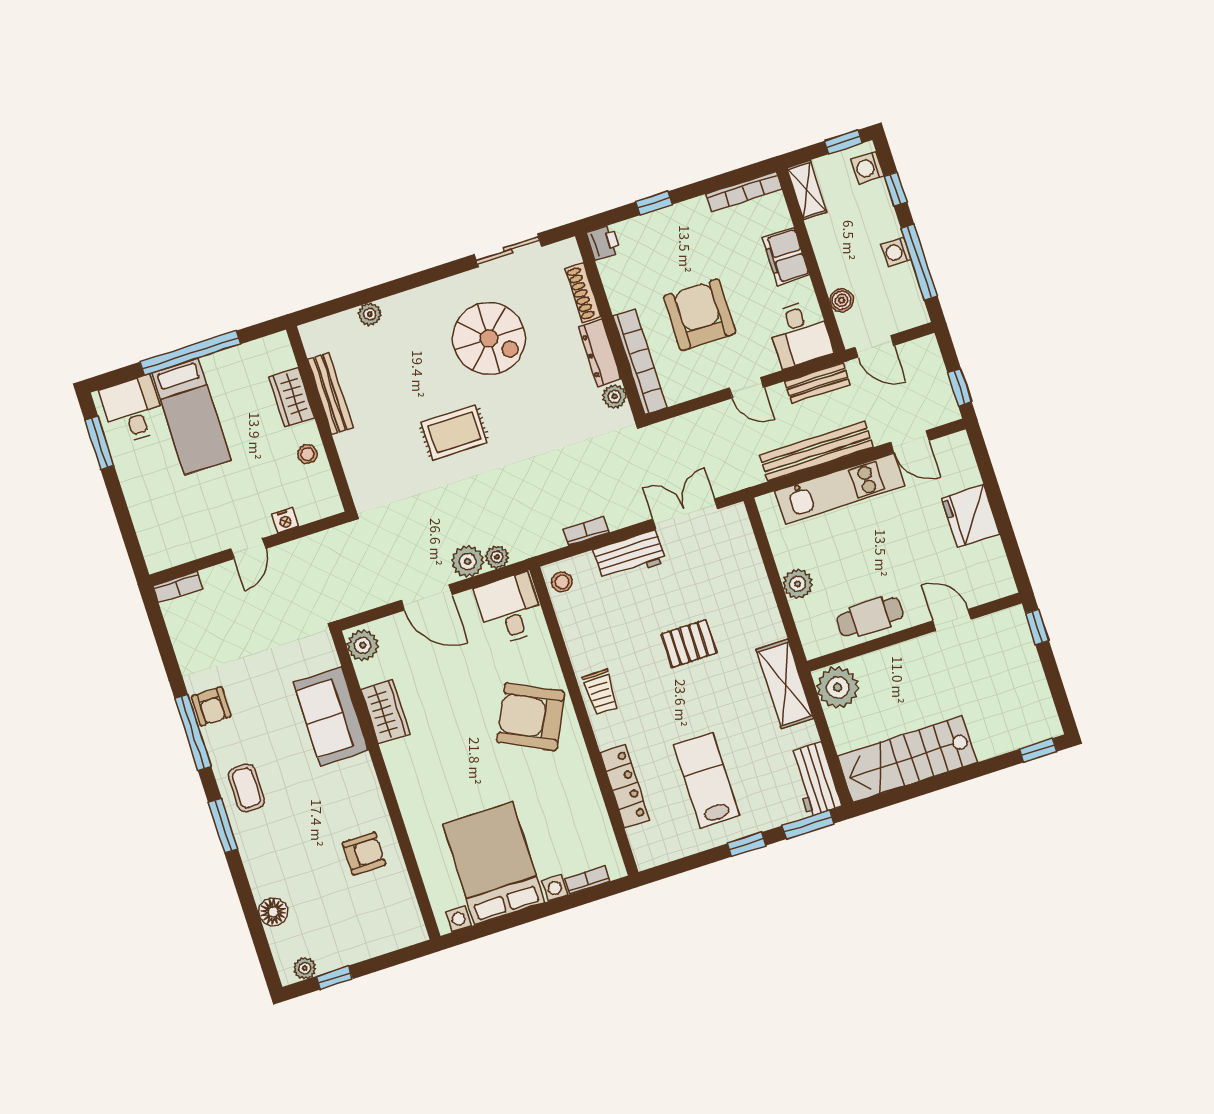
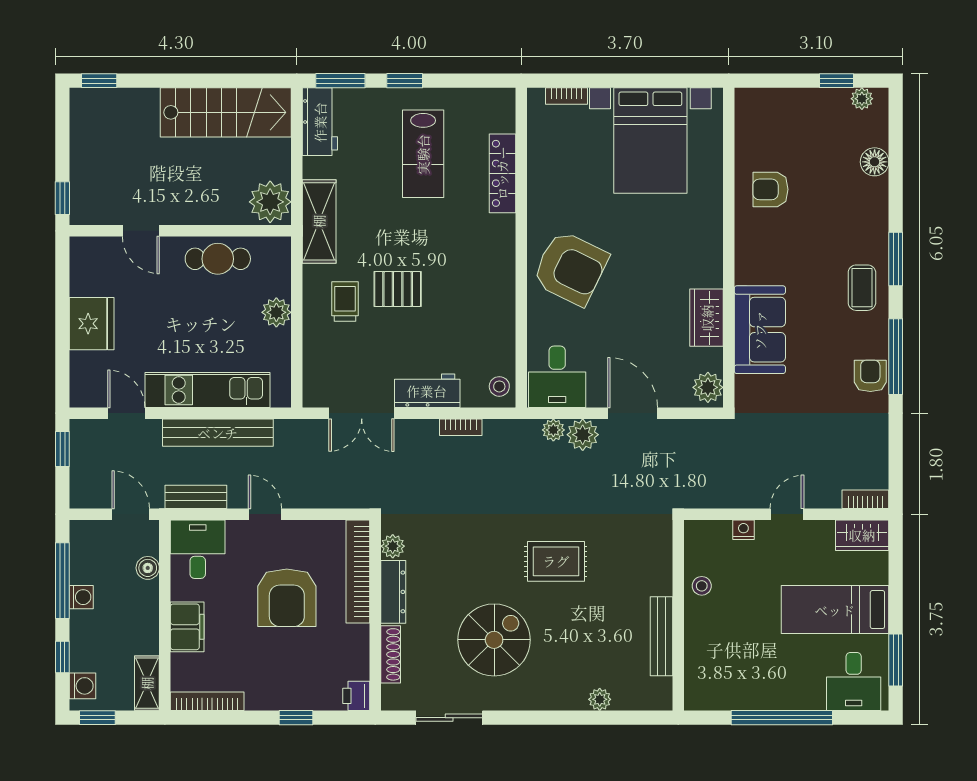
spiral stairs: (489, 338) -> (494, 640), turned 90
wardrobe: (292, 397) -> (862, 535), moved, turned 90
bed: (192, 417) -> (835, 610), moved, turned -90
trolley: (601, 692) -> (345, 302), moved

